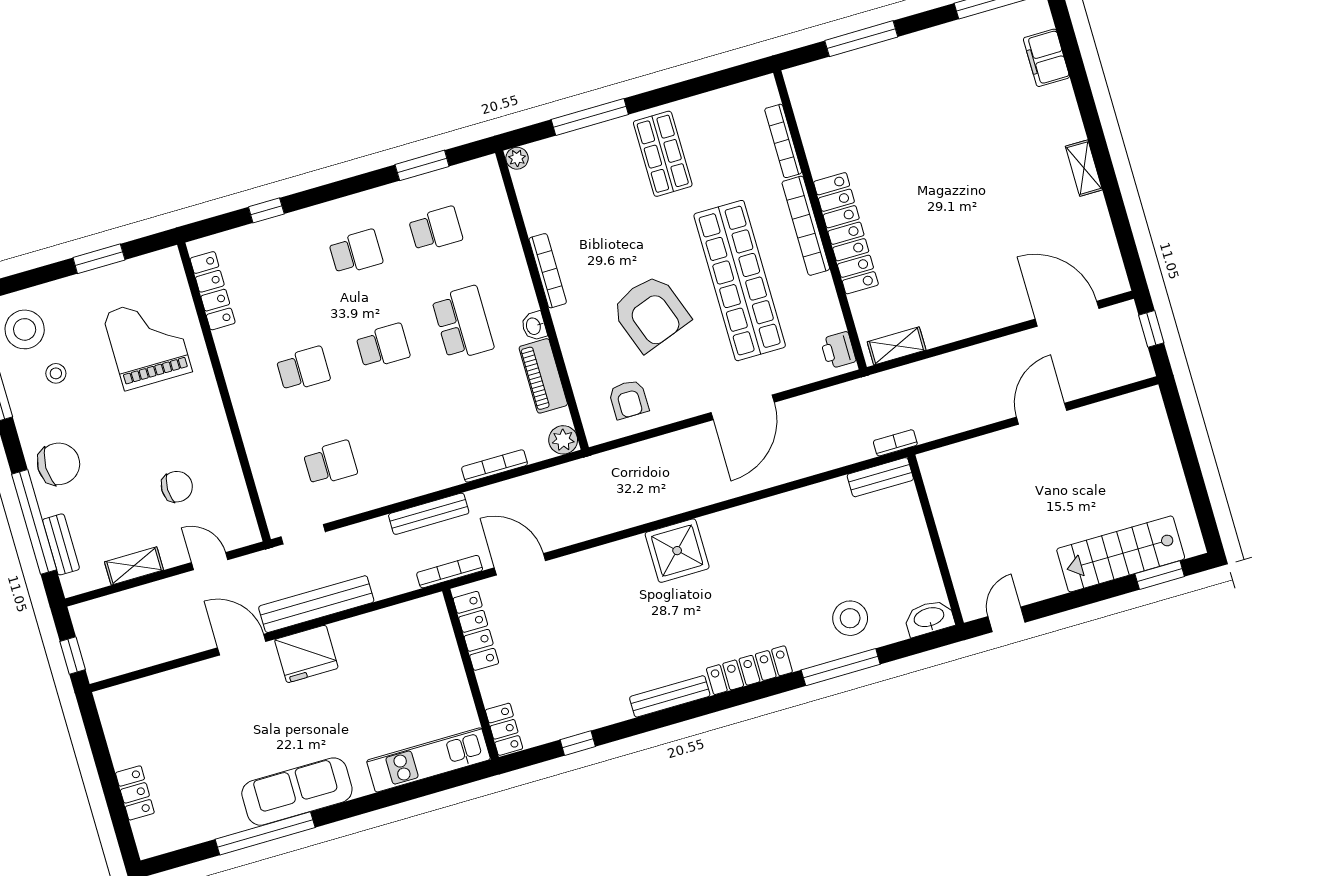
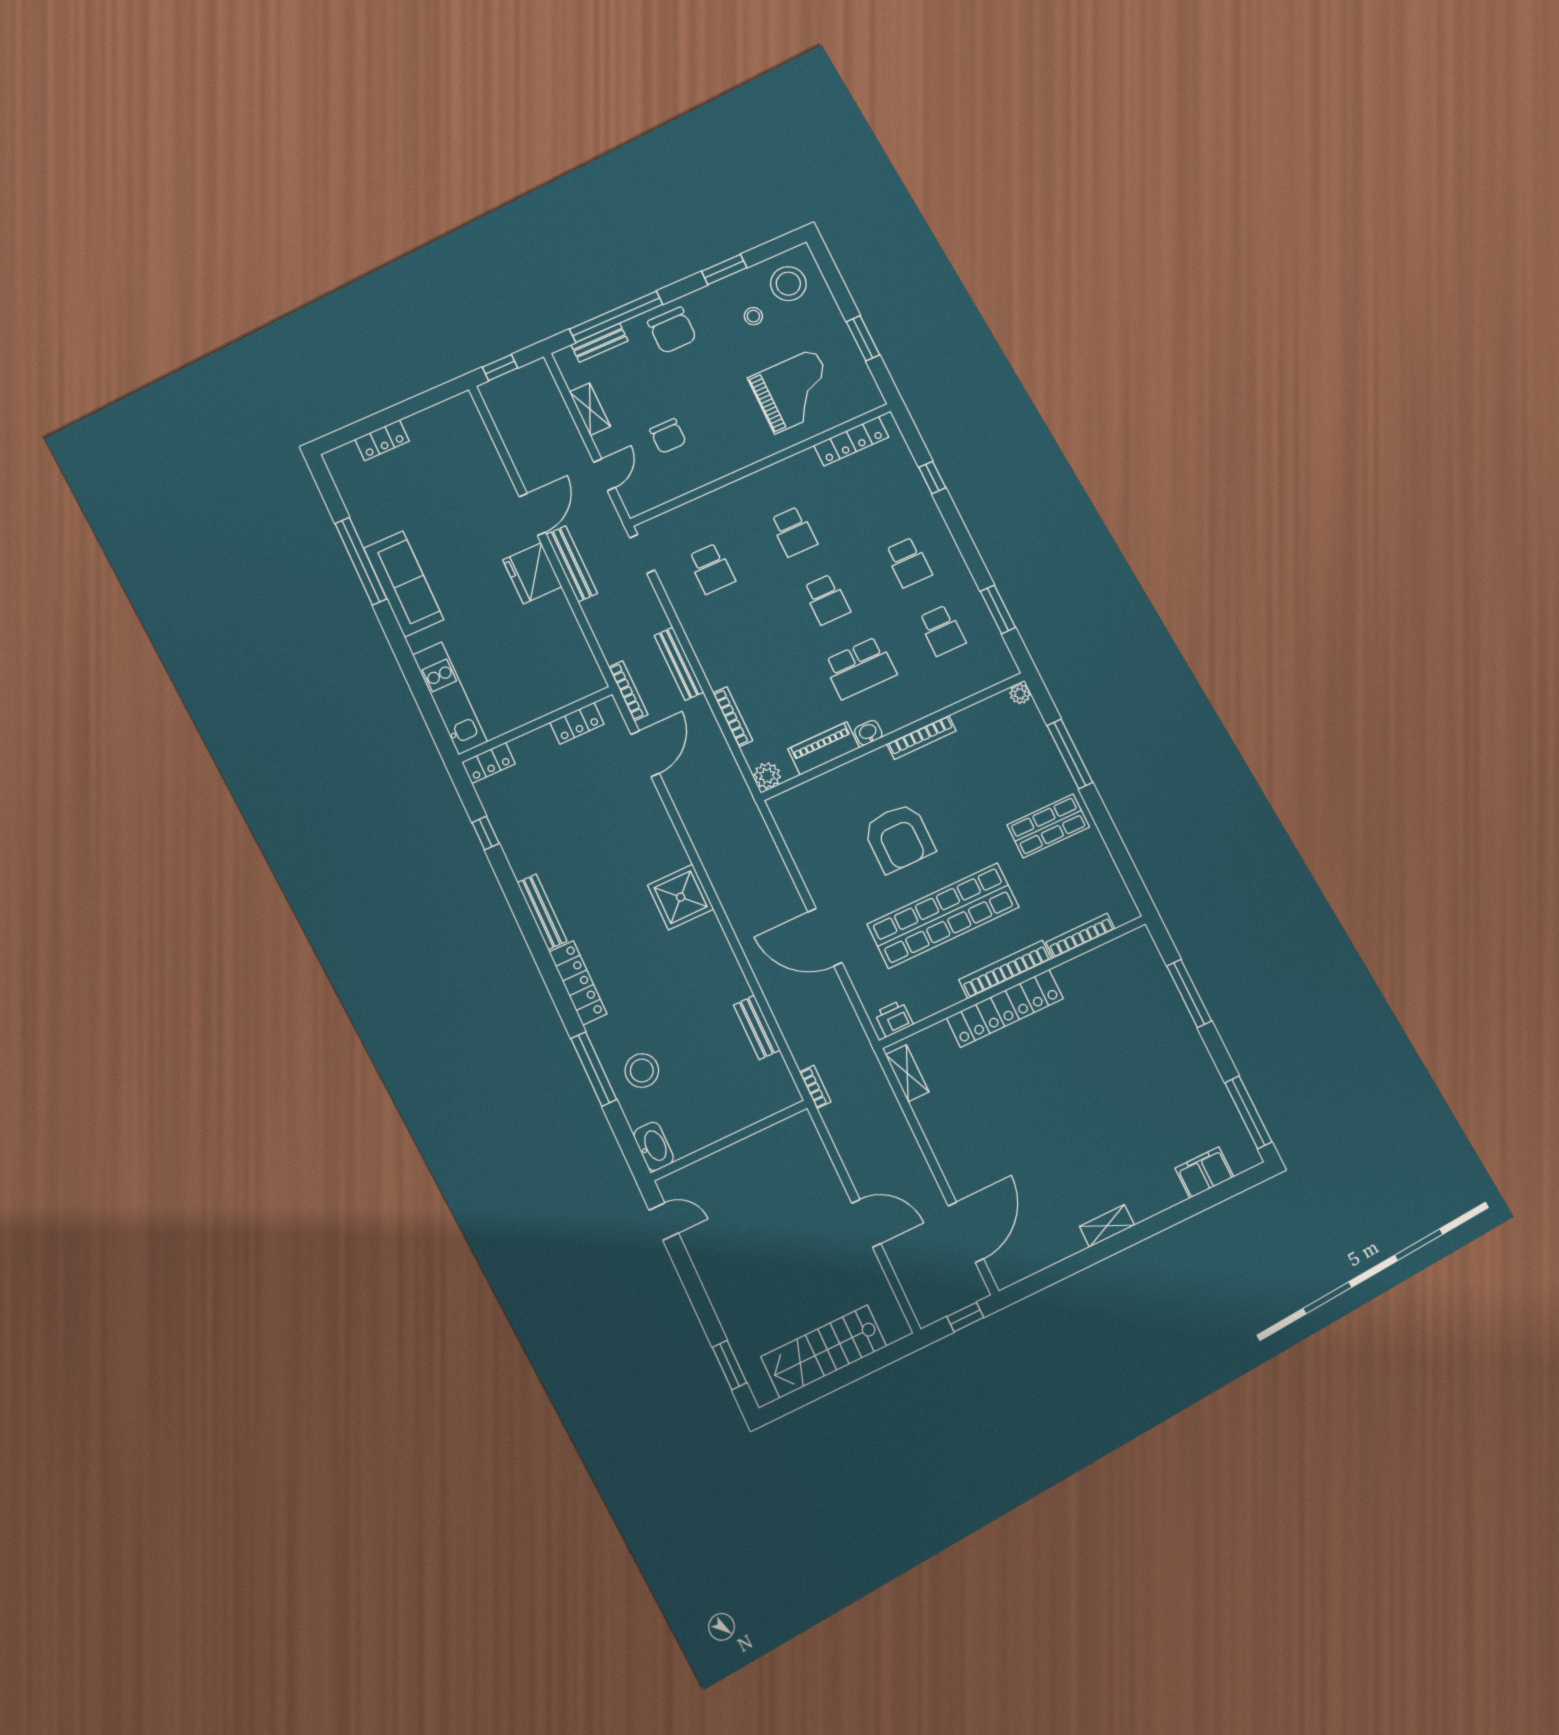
armchair: (651, 313) -> (899, 838), turned -70
armchair: (629, 399) -> (815, 830), removed
bench: (880, 477) -> (757, 1028), moved
stairs: (1121, 554) -> (824, 1351), moved, turned -90
bench: (316, 604) -> (572, 564), width x0.73, depth x0.82
locker: (476, 631) -> (577, 723), width x0.66

